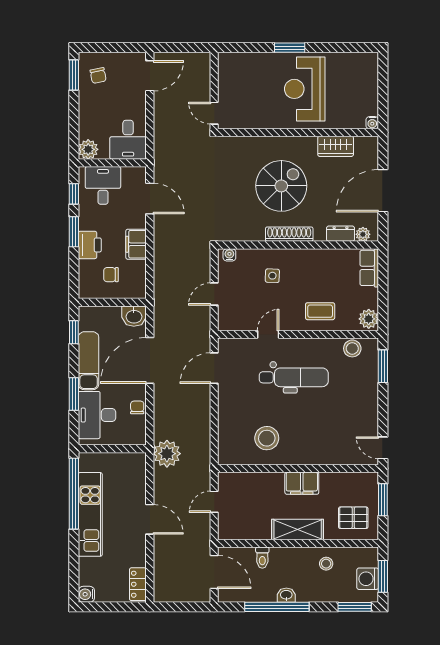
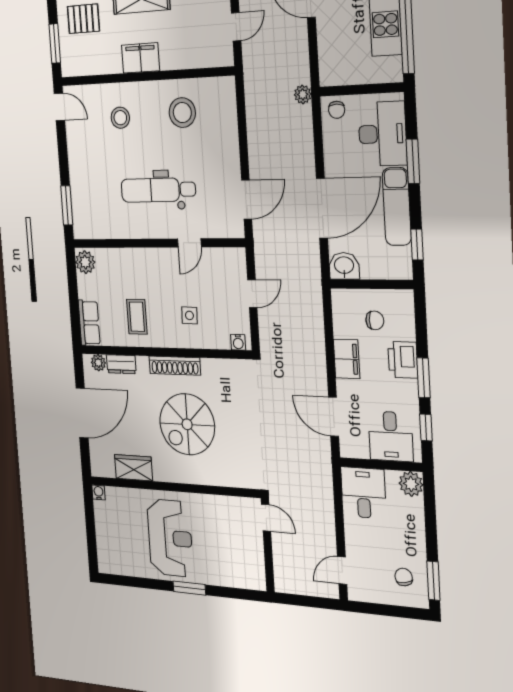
door: (150, 76) -> (342, 570), width x0.73
coffee table: (320, 311) -> (137, 317), moved, turned 90
stool: (352, 348) -> (120, 118), moved
chair: (137, 407) -> (337, 110), moved
plant: (167, 454) -> (303, 94), width x0.53, depth x0.53

